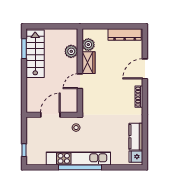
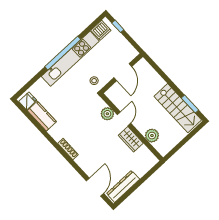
plant: (88, 45) -> (107, 114), moved
door: (145, 69) -> (95, 187), moved
dishwasher: (38, 158) -> (101, 30), added

